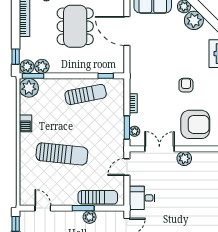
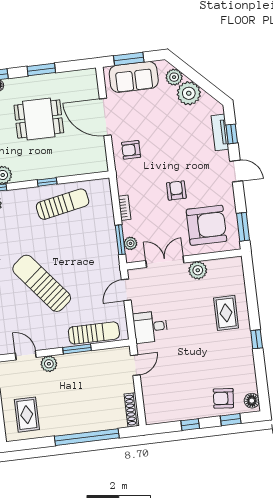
dining table: (75, 26) -> (39, 119), width x0.73
armchair: (144, 59) -> (131, 150), added
window: (106, 76) -> (47, 182), moved
armchair: (186, 85) -> (176, 190), moved
sun lounger: (62, 154) -> (42, 283), turned -135
rug: (202, 194) -> (226, 313), added
plant: (90, 217) -> (49, 364), moved

